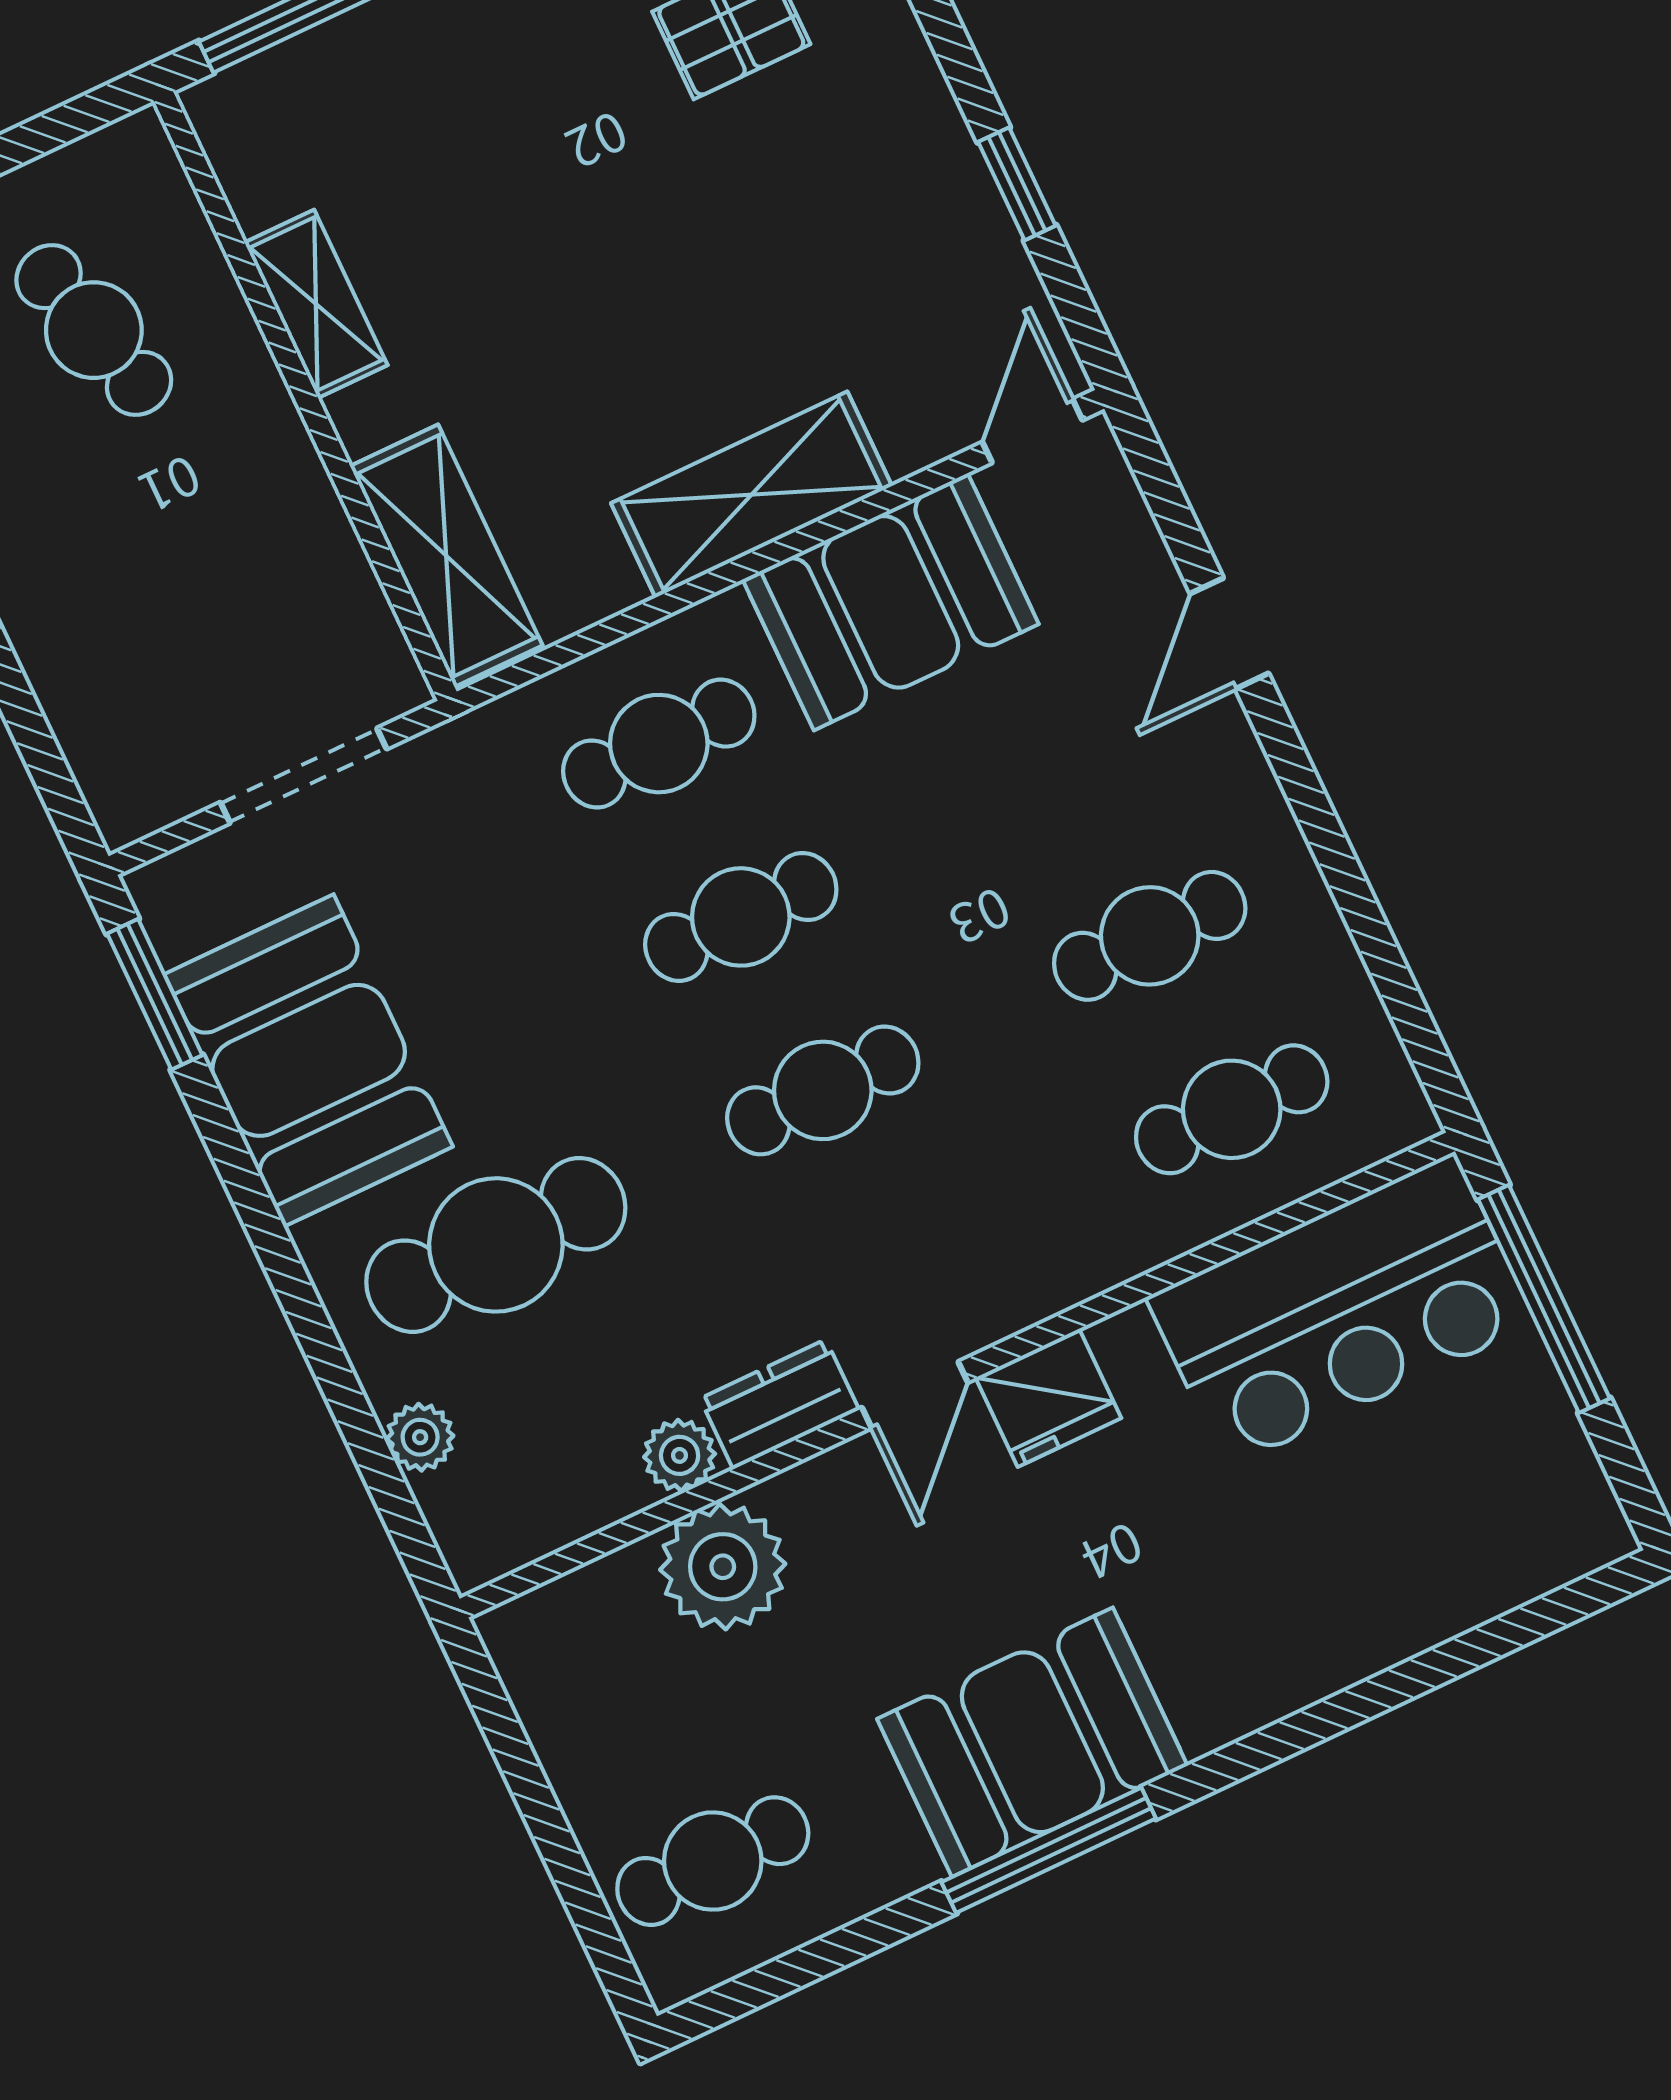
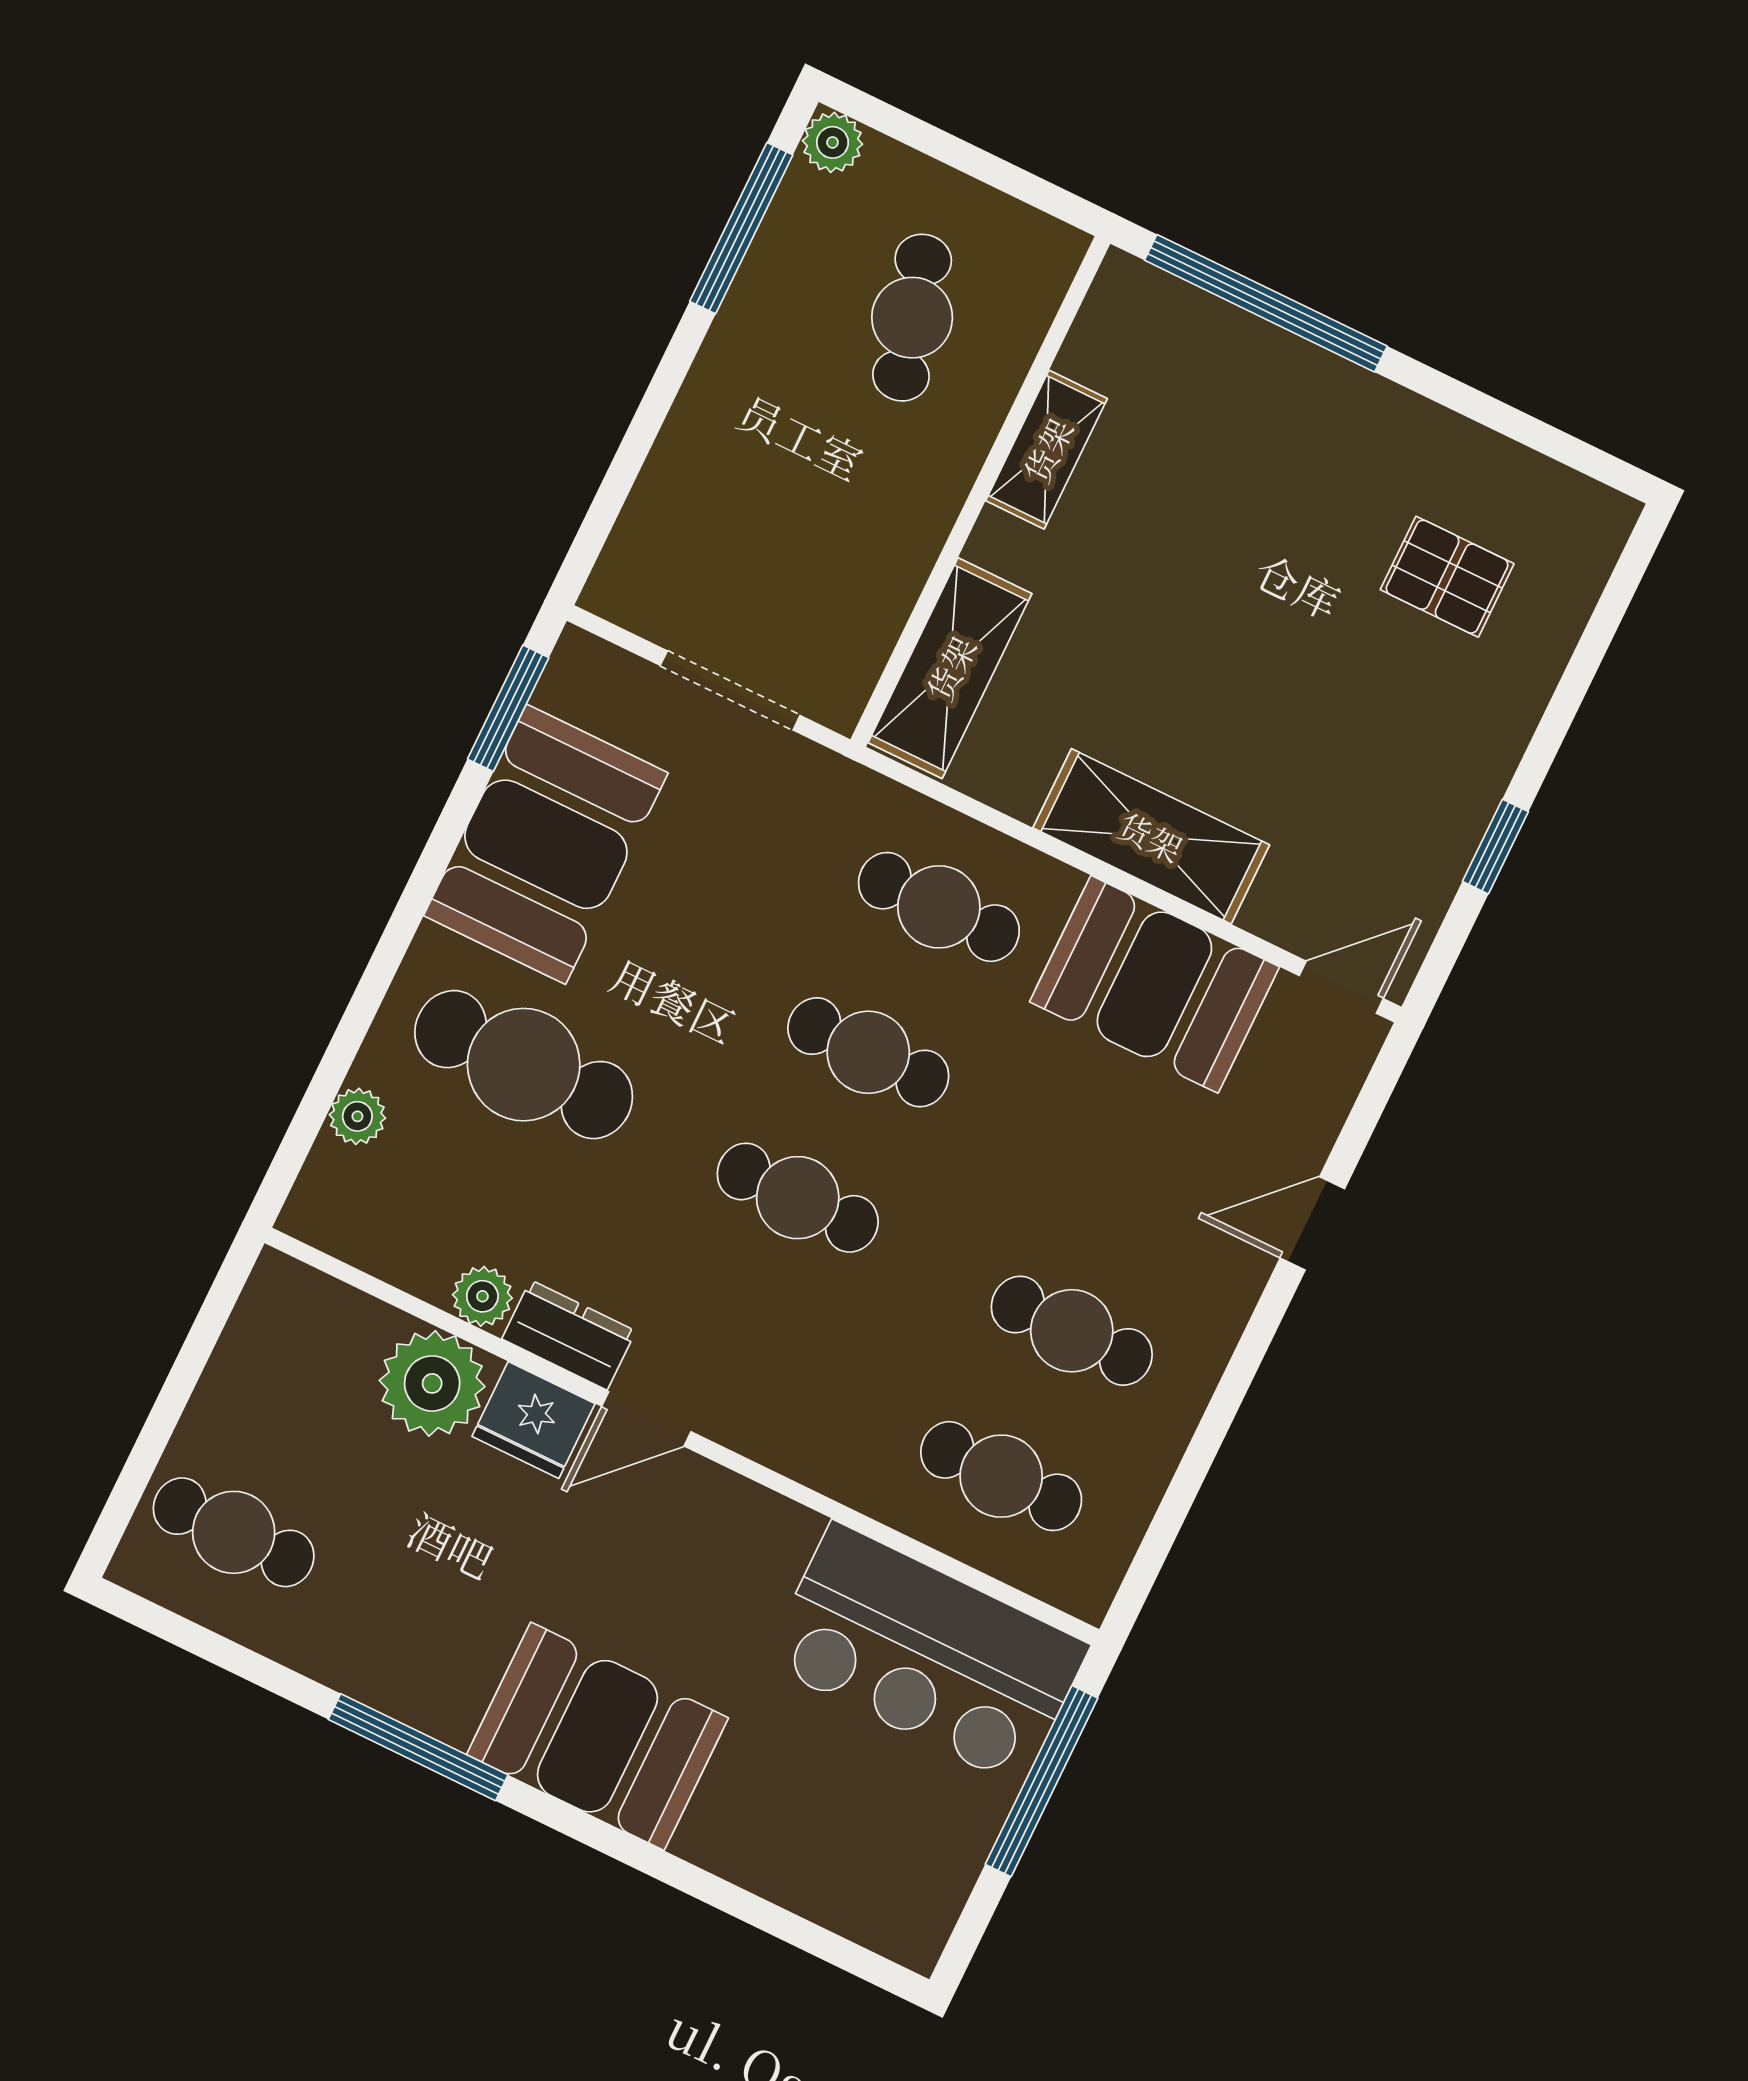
fridge: (1048, 1398) -> (533, 1420), moved
booth: (1032, 1742) -> (597, 1736), moved

